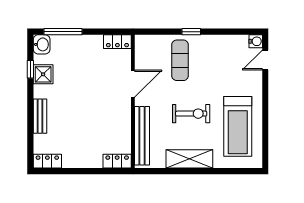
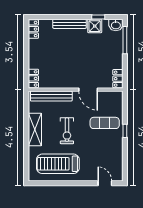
water cooler: (256, 41) -> (118, 176), removed
bench: (40, 116) -> (70, 24), width x1.36

